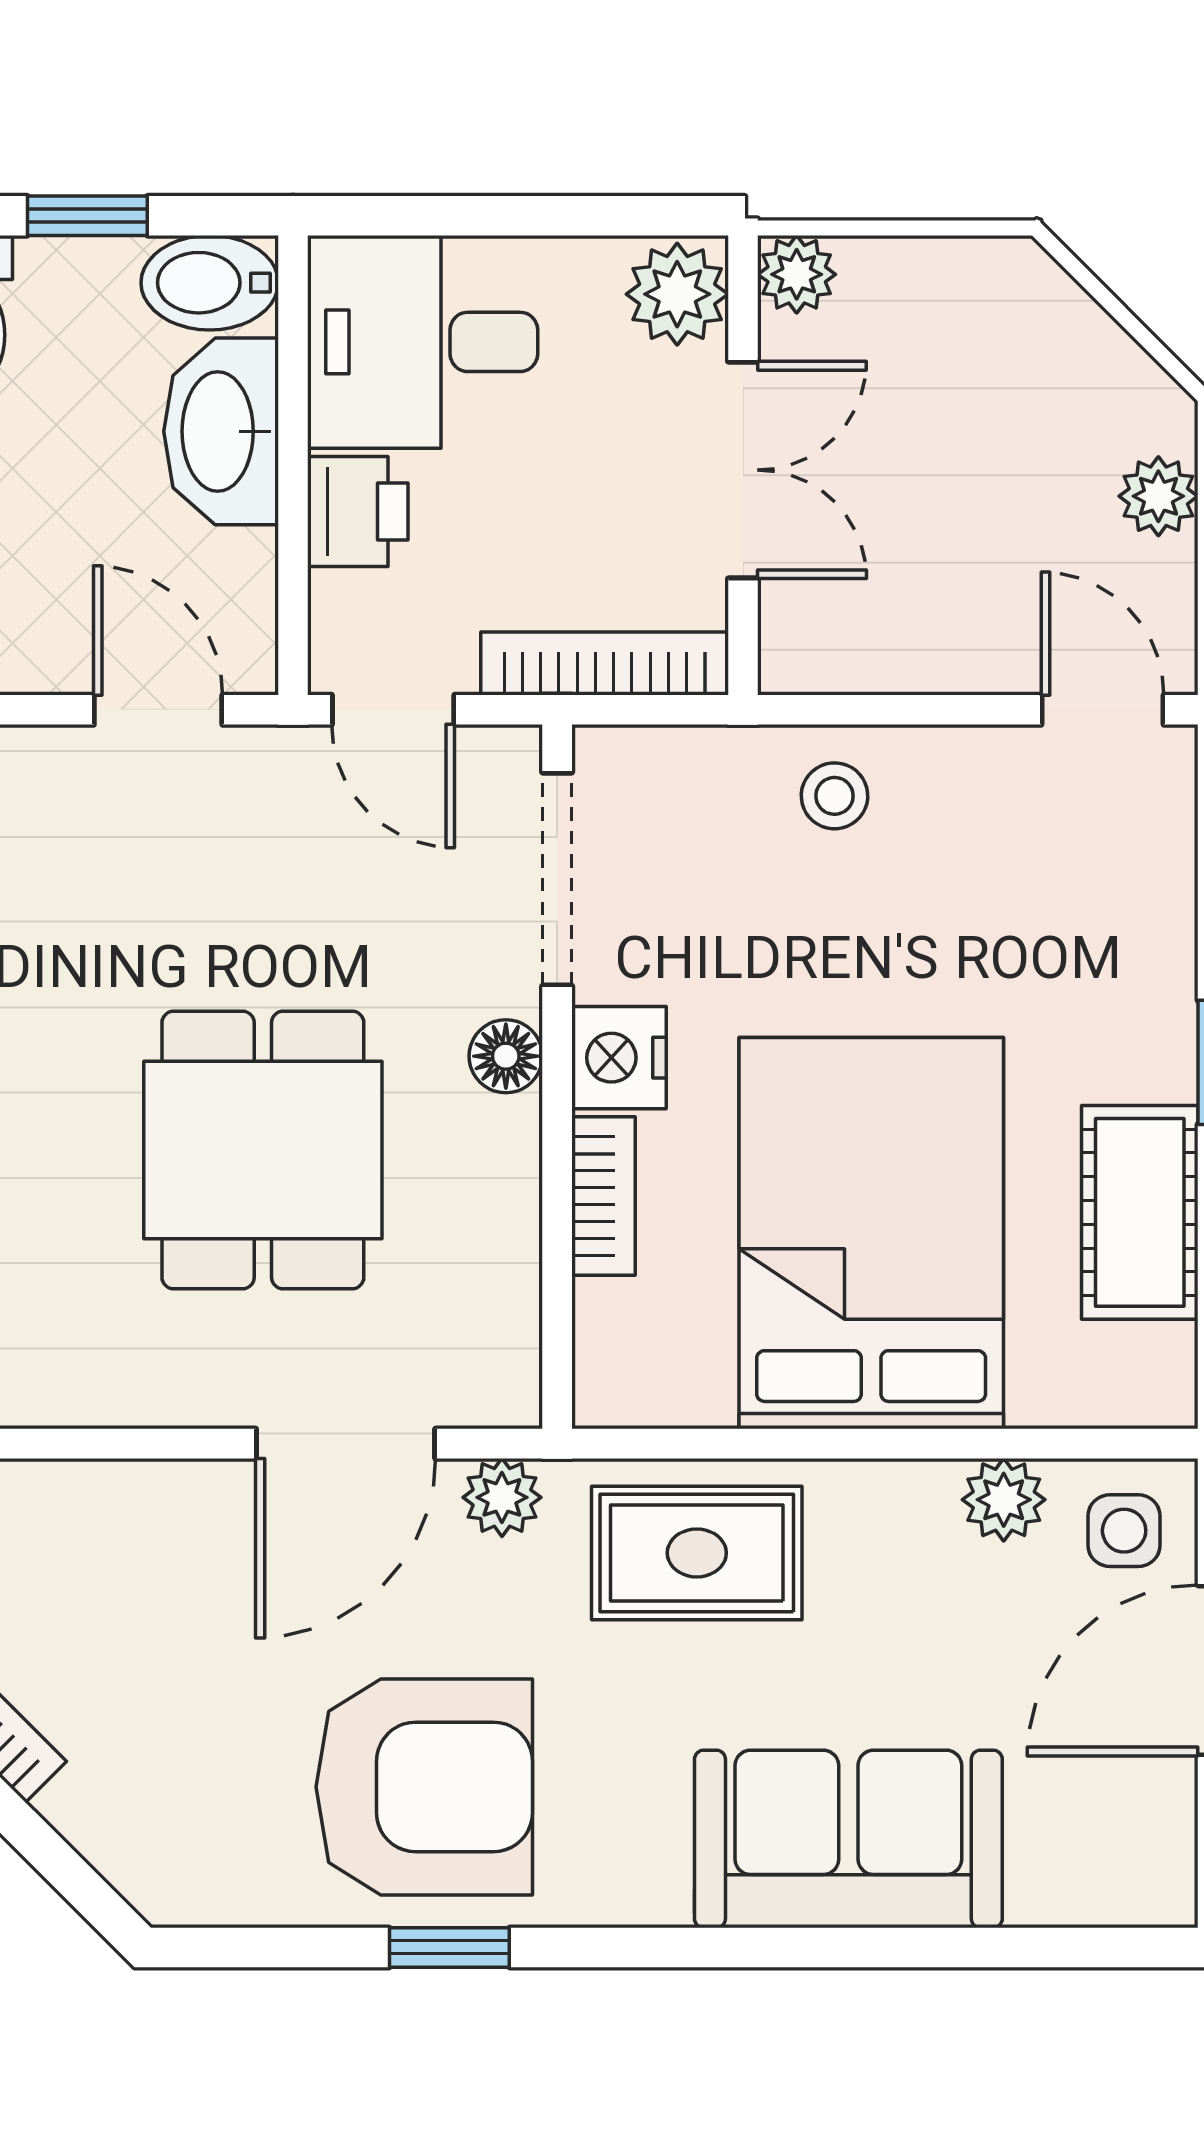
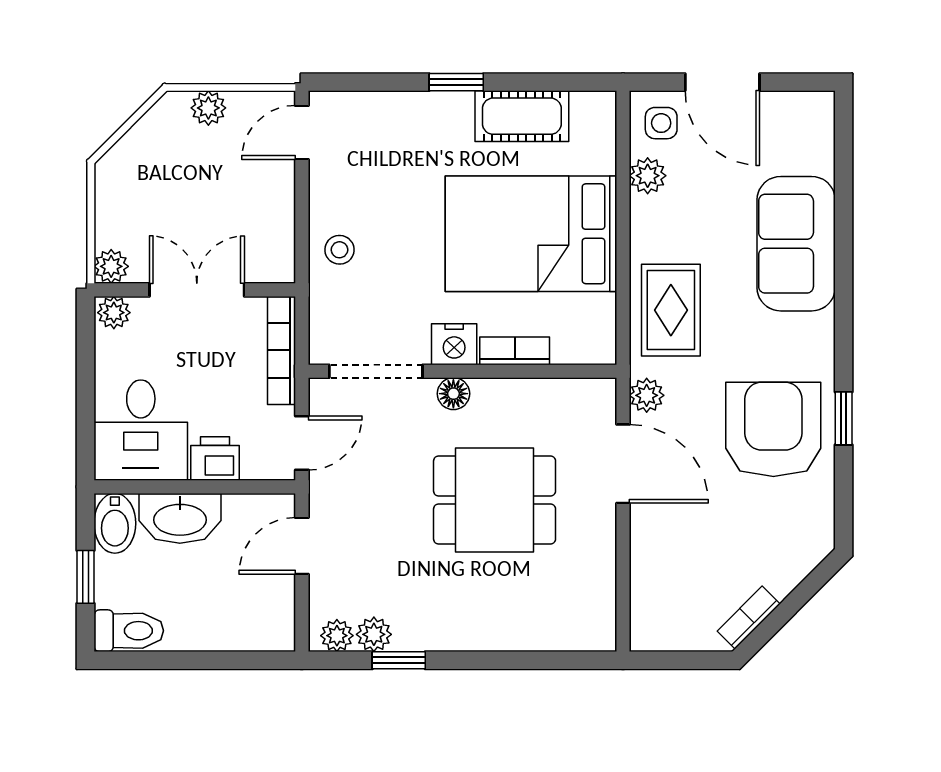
plant: (677, 294) -> (114, 313), width x0.73, depth x0.73

